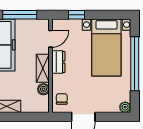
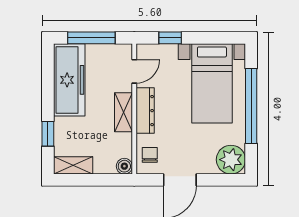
dresser: (58, 62) -> (145, 111), width x1.44
boiler: (43, 89) -> (124, 166), moved
plant: (125, 107) -> (231, 160), width x1.88, depth x1.88

